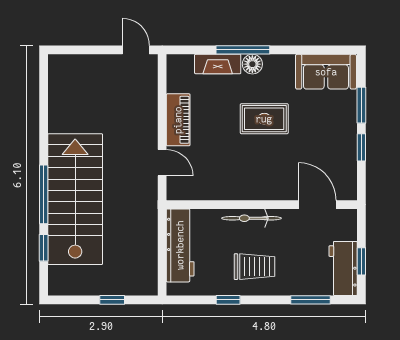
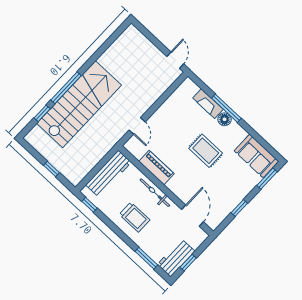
window: (361, 105) -> (267, 179), moved
piano: (178, 120) -> (156, 168), moved, turned -90
window: (228, 300) -> (90, 205), moved

